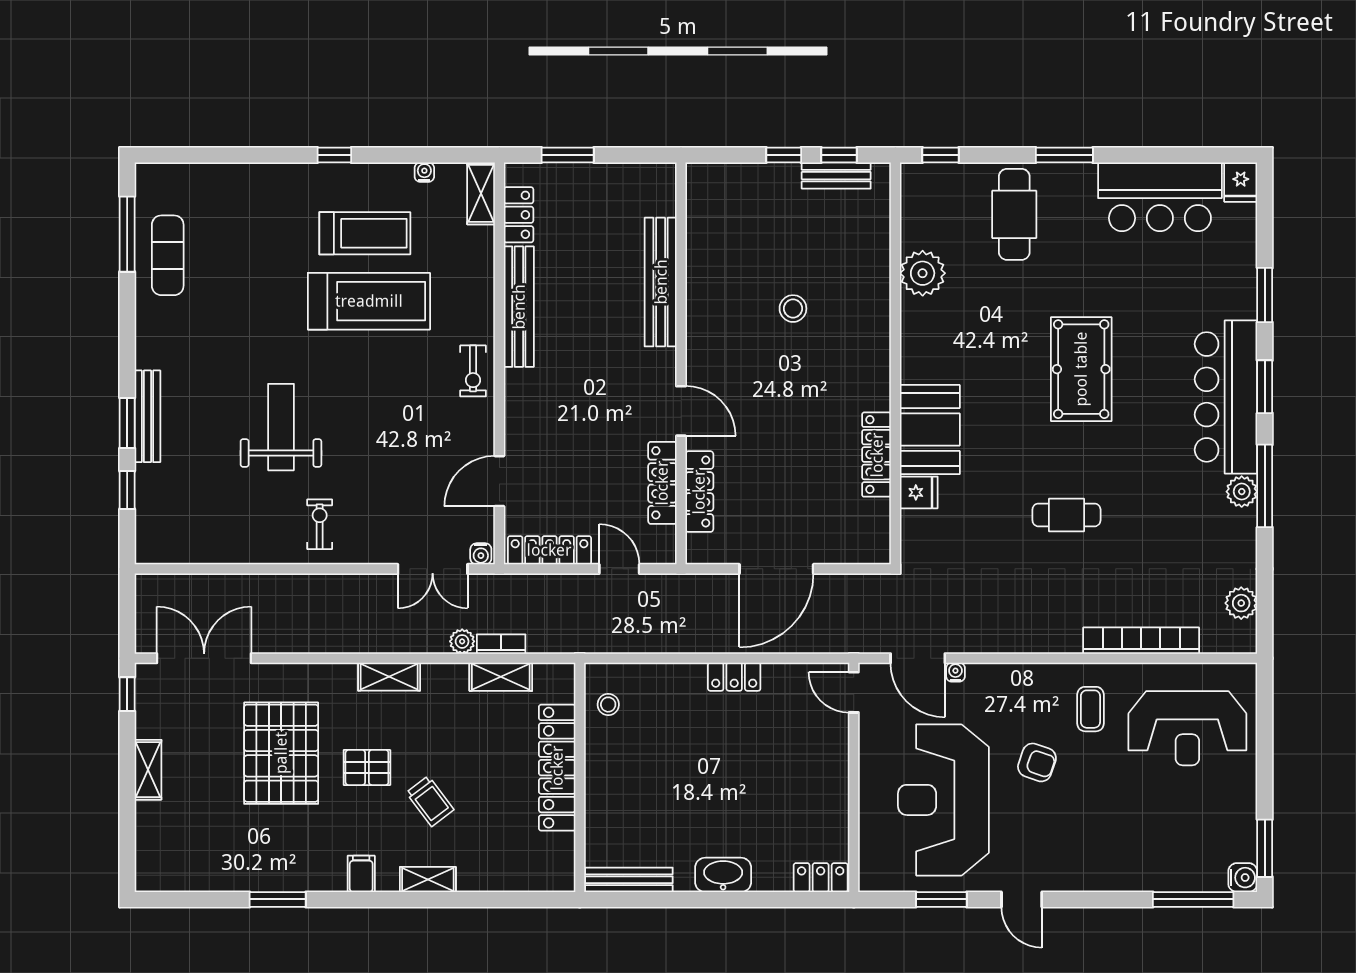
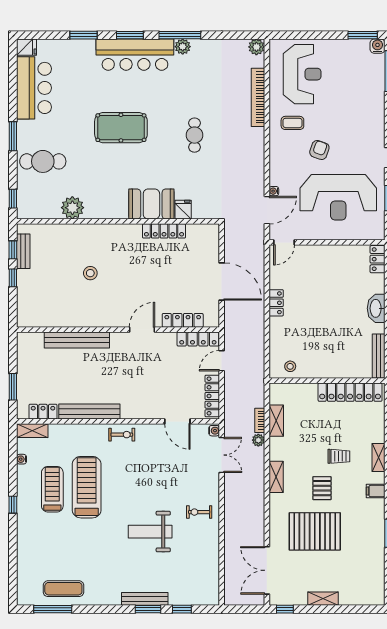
locker: (662, 483) -> (198, 339), moved
plant: (1241, 603) -> (256, 47), moved
locker: (557, 768) -> (350, 392), moved
trolley: (430, 801) -> (339, 456), turned 37

